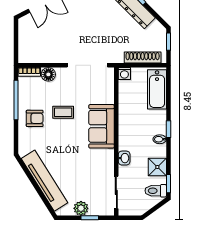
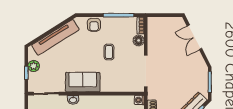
armchair: (35, 118) -> (94, 25), moved
sofa: (102, 126) -> (83, 82), moved

